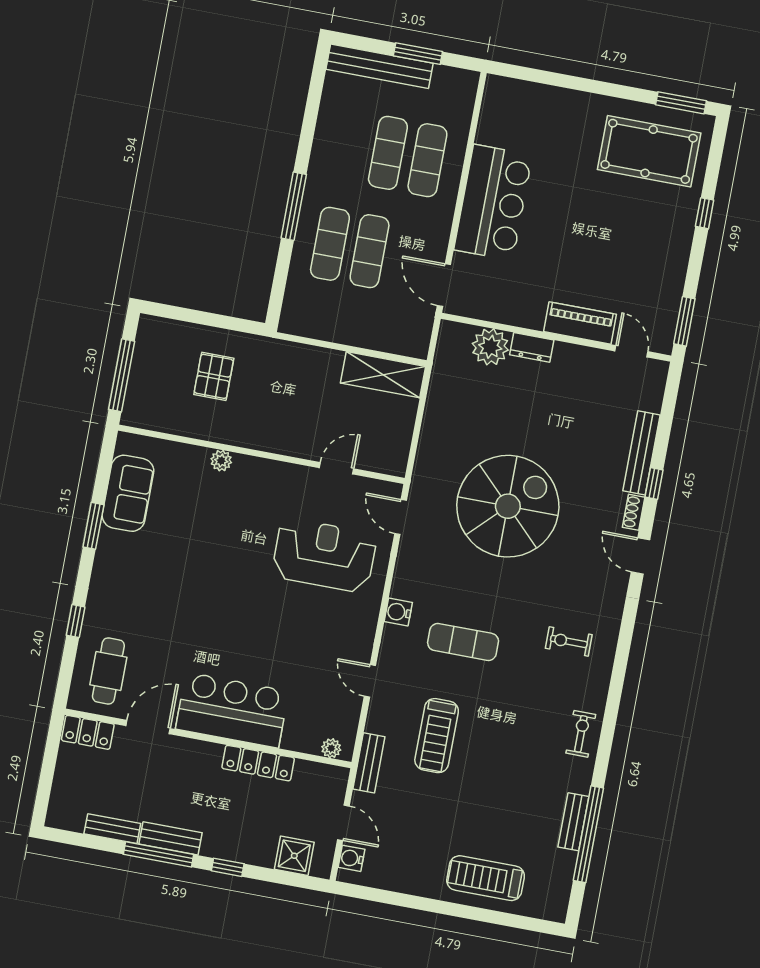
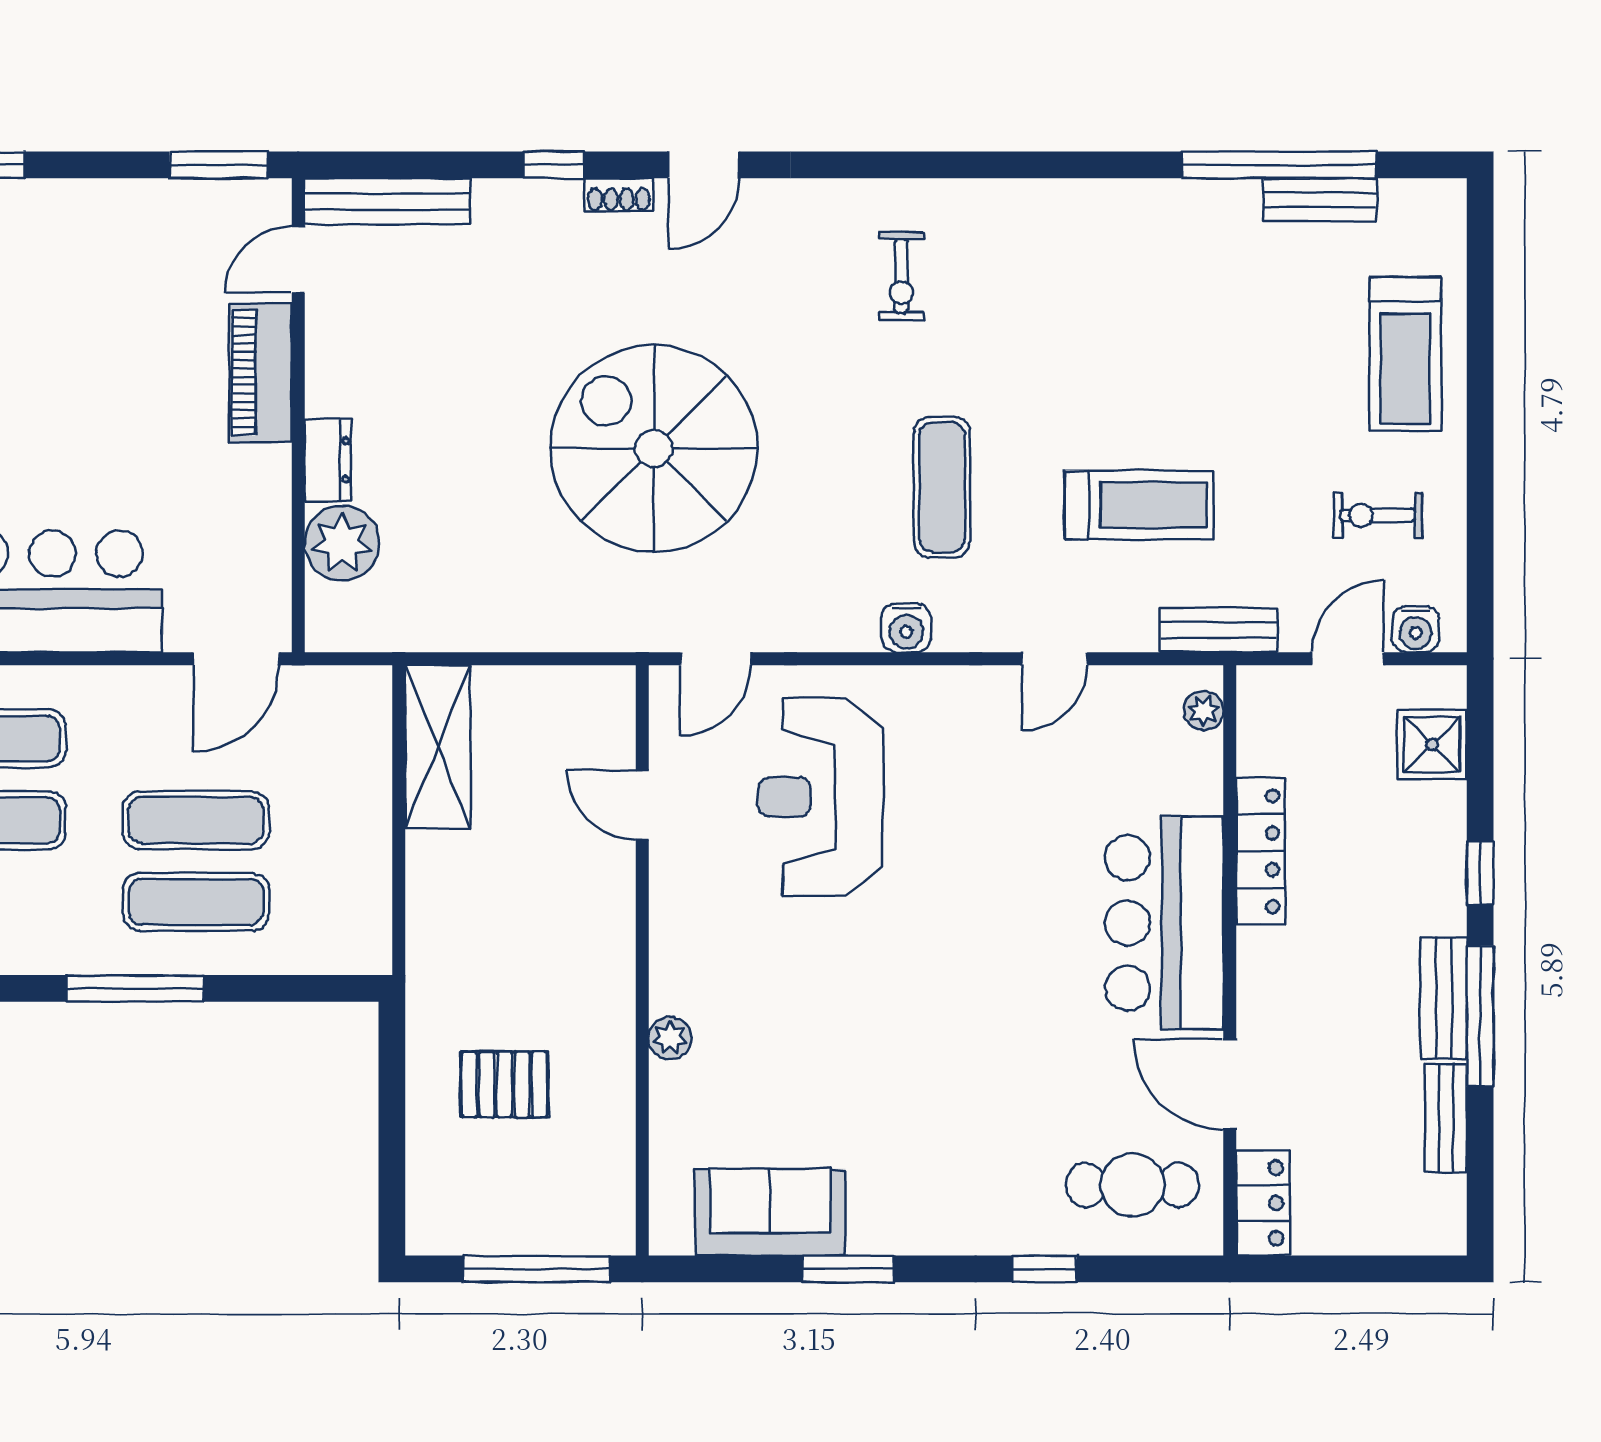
bench: (642, 453) -> (387, 201), moved
exercise bike: (581, 734) -> (1378, 515), moved
bench: (573, 822) -> (1320, 200), moved

